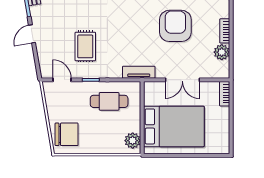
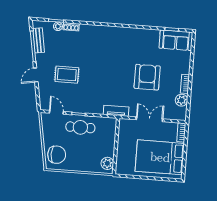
rug: (85, 46) -> (67, 75), moved, turned 90
double door: (182, 80) -> (149, 119), swing flipped
cafe table: (109, 101) -> (80, 127), moved
bed: (174, 126) -> (160, 157), moved, turned 180

